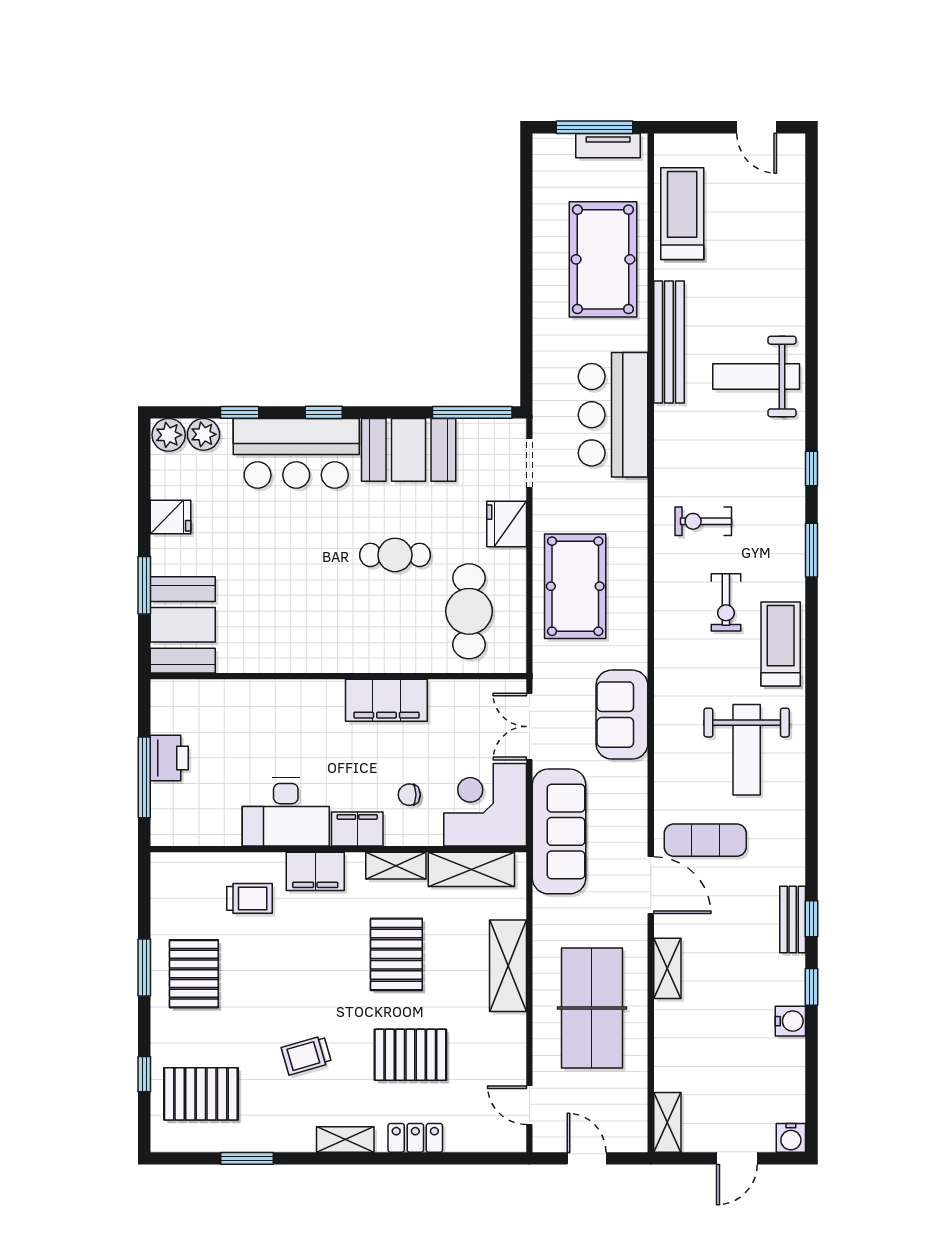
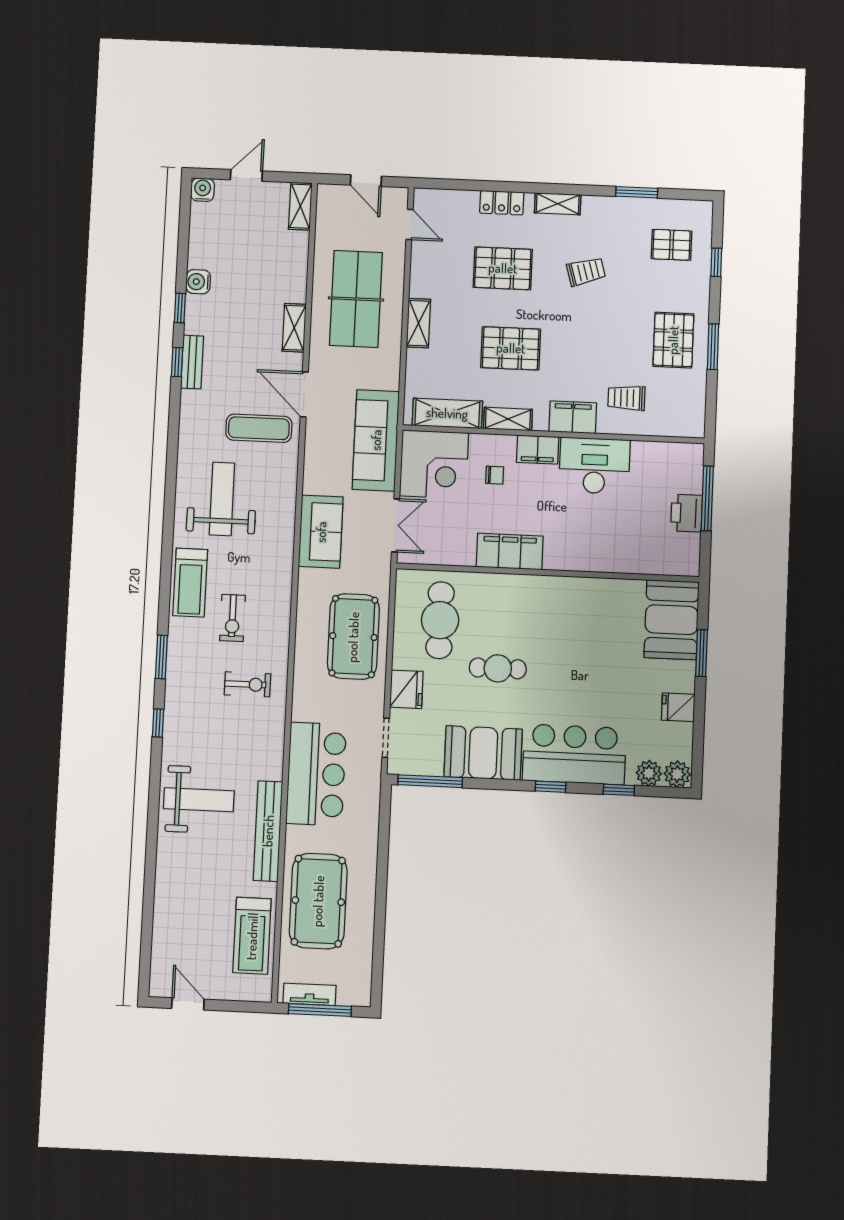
exercise bike: (726, 602) -> (233, 618), turned 180
pallet: (396, 954) -> (511, 348), turned 90
shelving: (508, 966) -> (418, 323), width x0.67, depth x0.75
pallet: (201, 1094) -> (671, 245), width x0.67, depth x0.71

